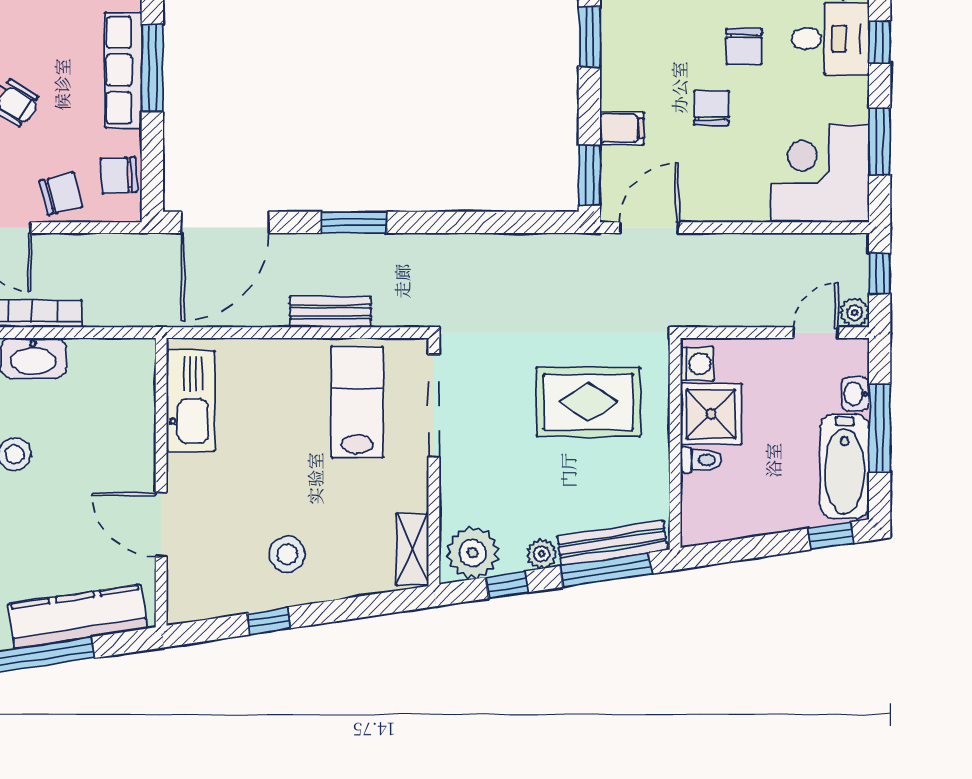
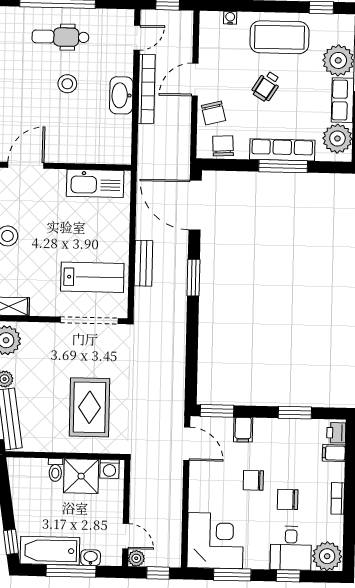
chair: (711, 108) -> (253, 480), turned 180

